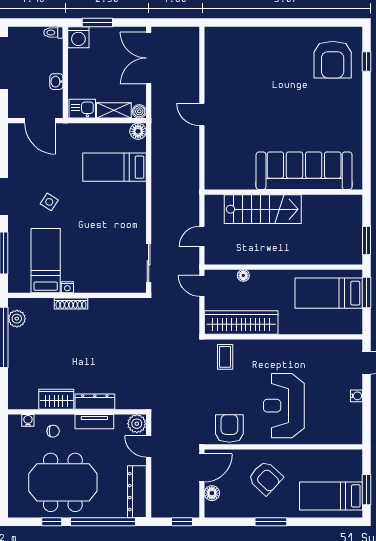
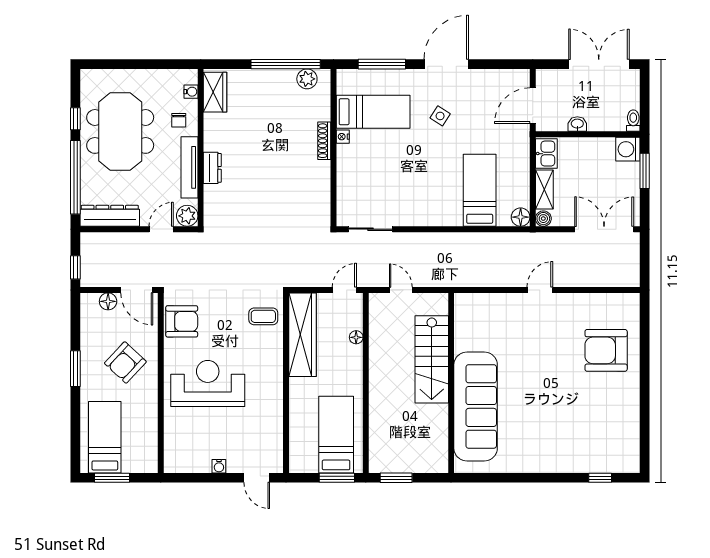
armchair: (333, 60) -> (606, 350), moved
wardrobe: (56, 399) -> (215, 92), moved
dresser: (95, 402) -> (212, 168), width x0.70
tv unit: (94, 422) -> (189, 167), width x1.41

